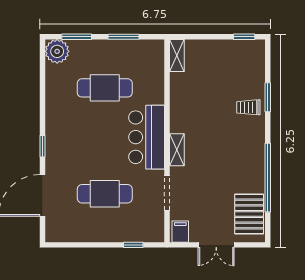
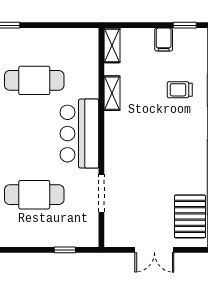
window: (124, 37) -> (54, 25), removed
trolley: (248, 107) -> (180, 90), moved
shelving: (177, 150) -> (112, 93), moved
filing cabinet: (180, 232) -> (164, 40), moved, turned 180

